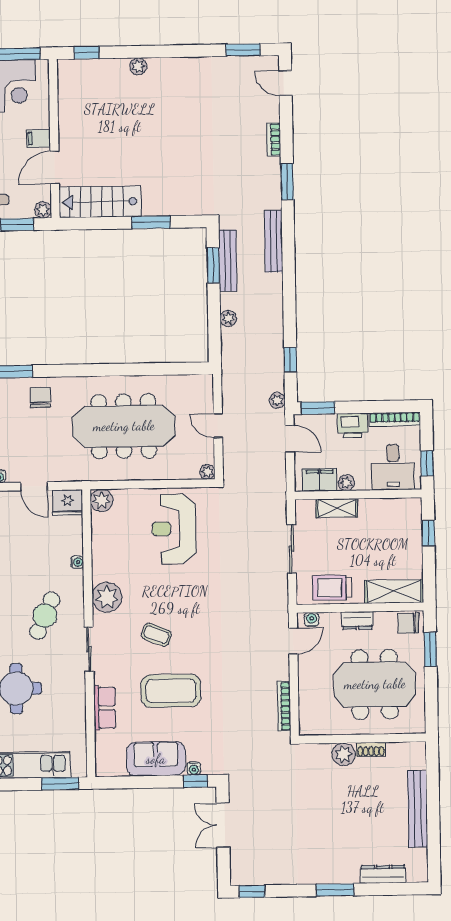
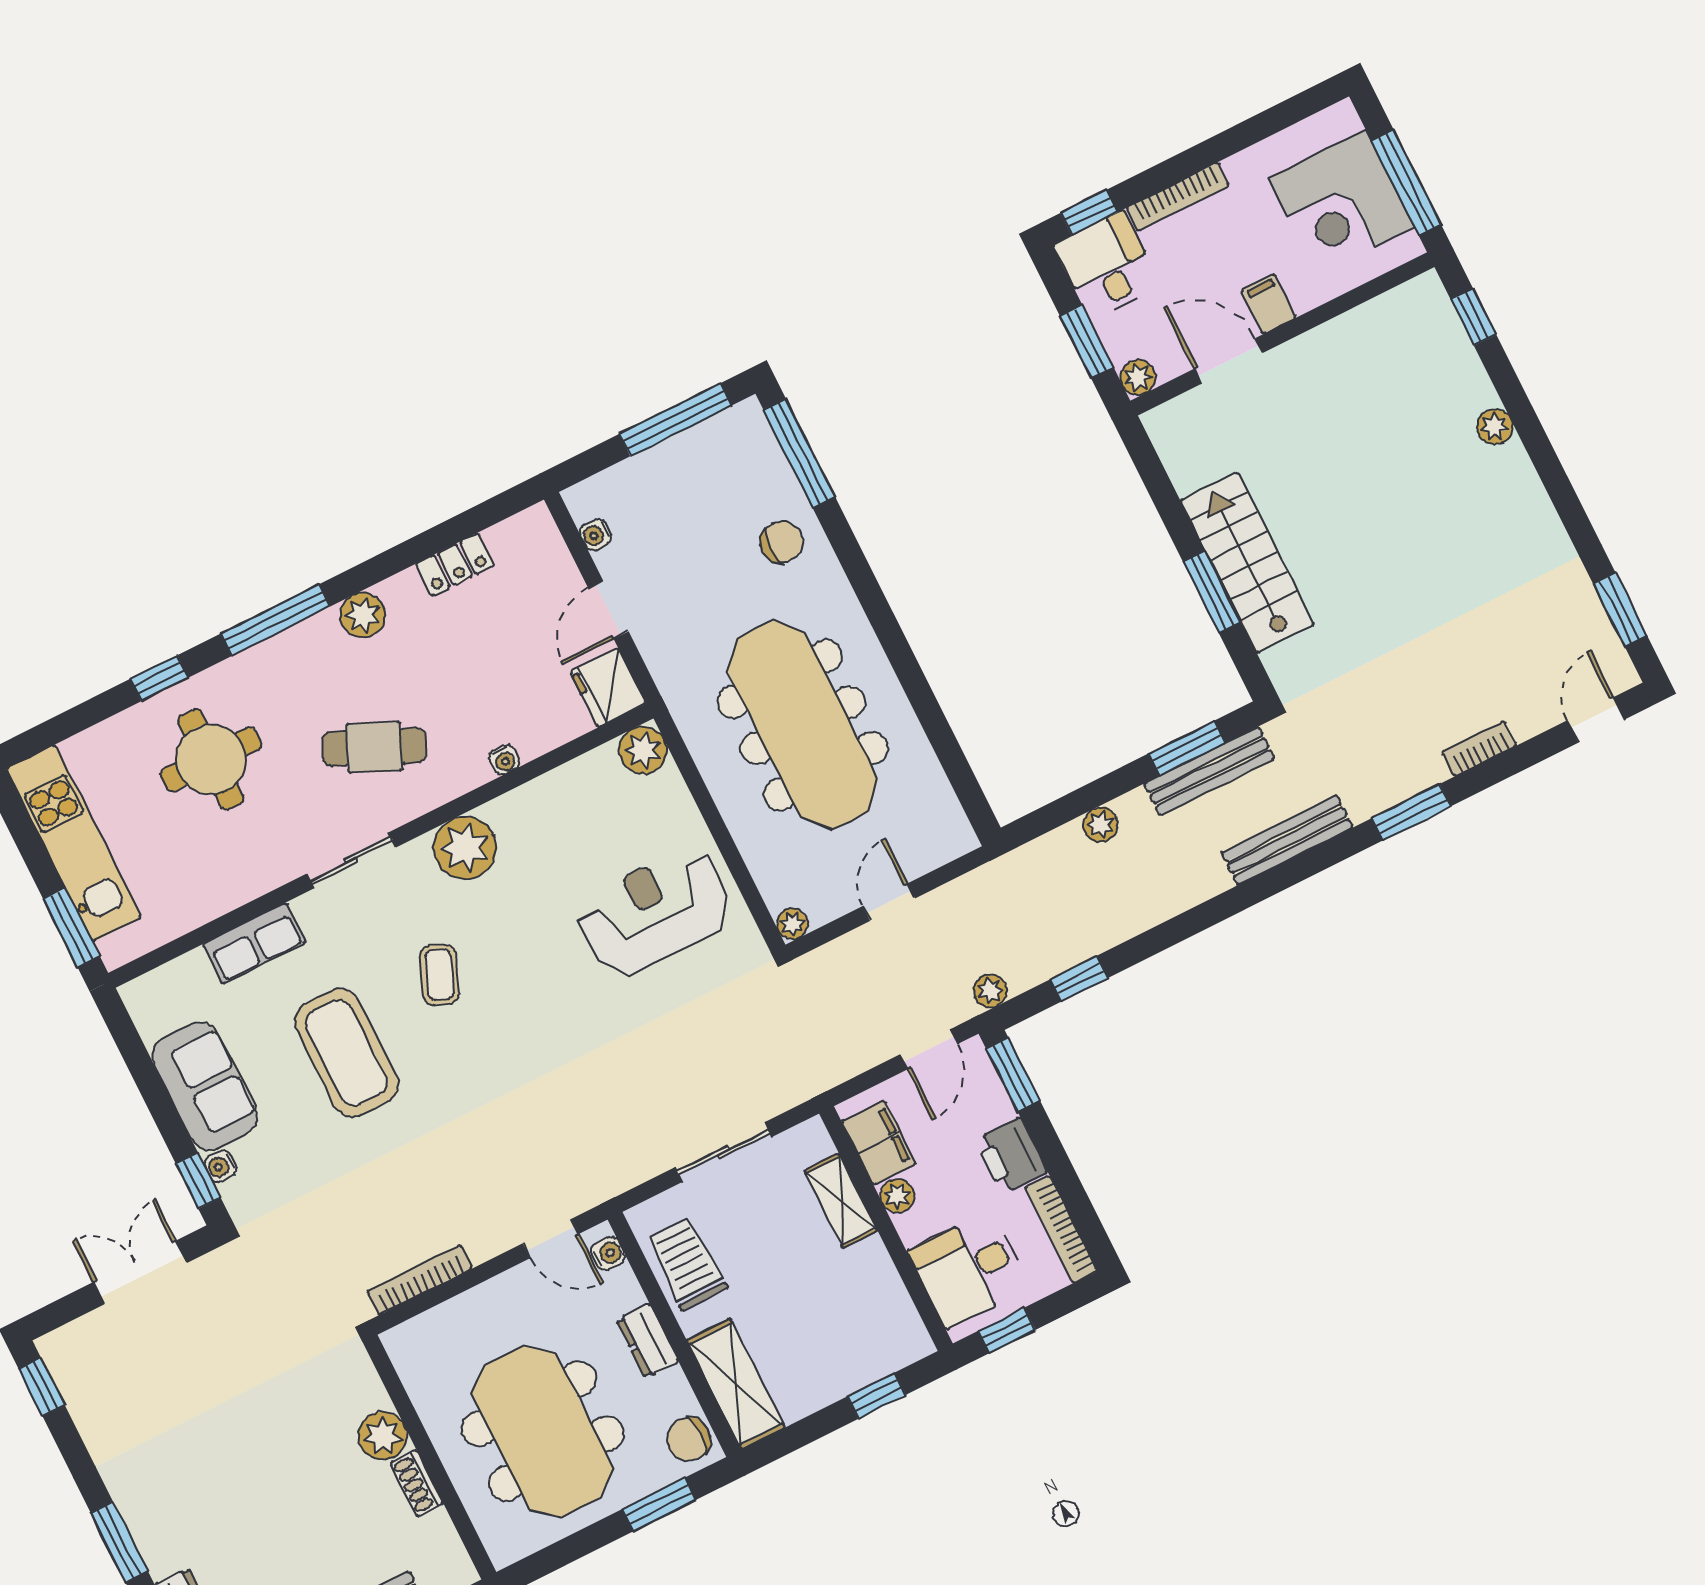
stairs: (100, 202) -> (1247, 563), moved
chair: (408, 623) -> (689, 1439), turned -90

